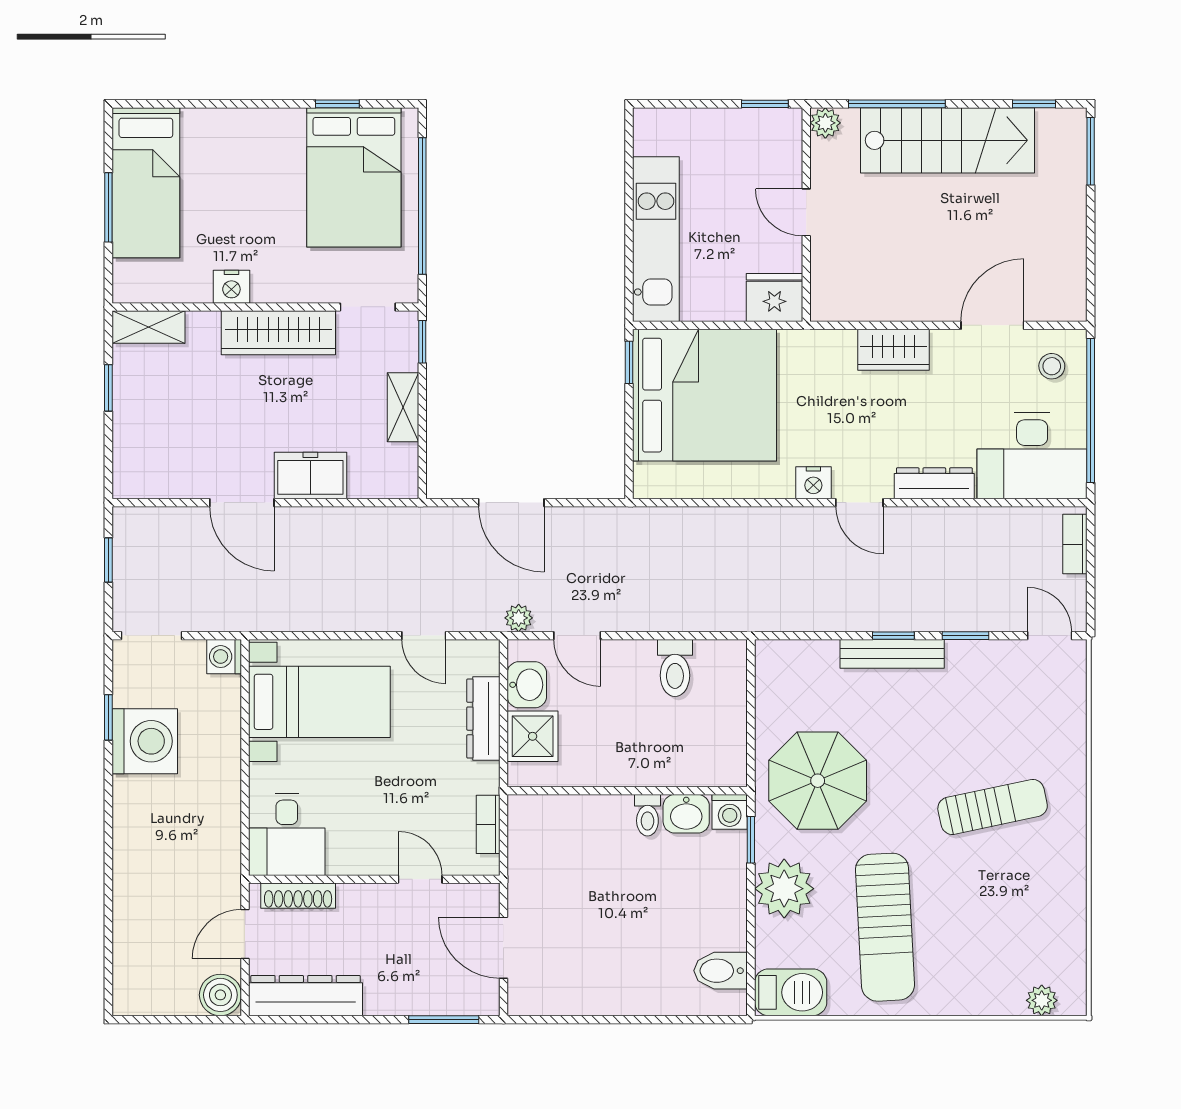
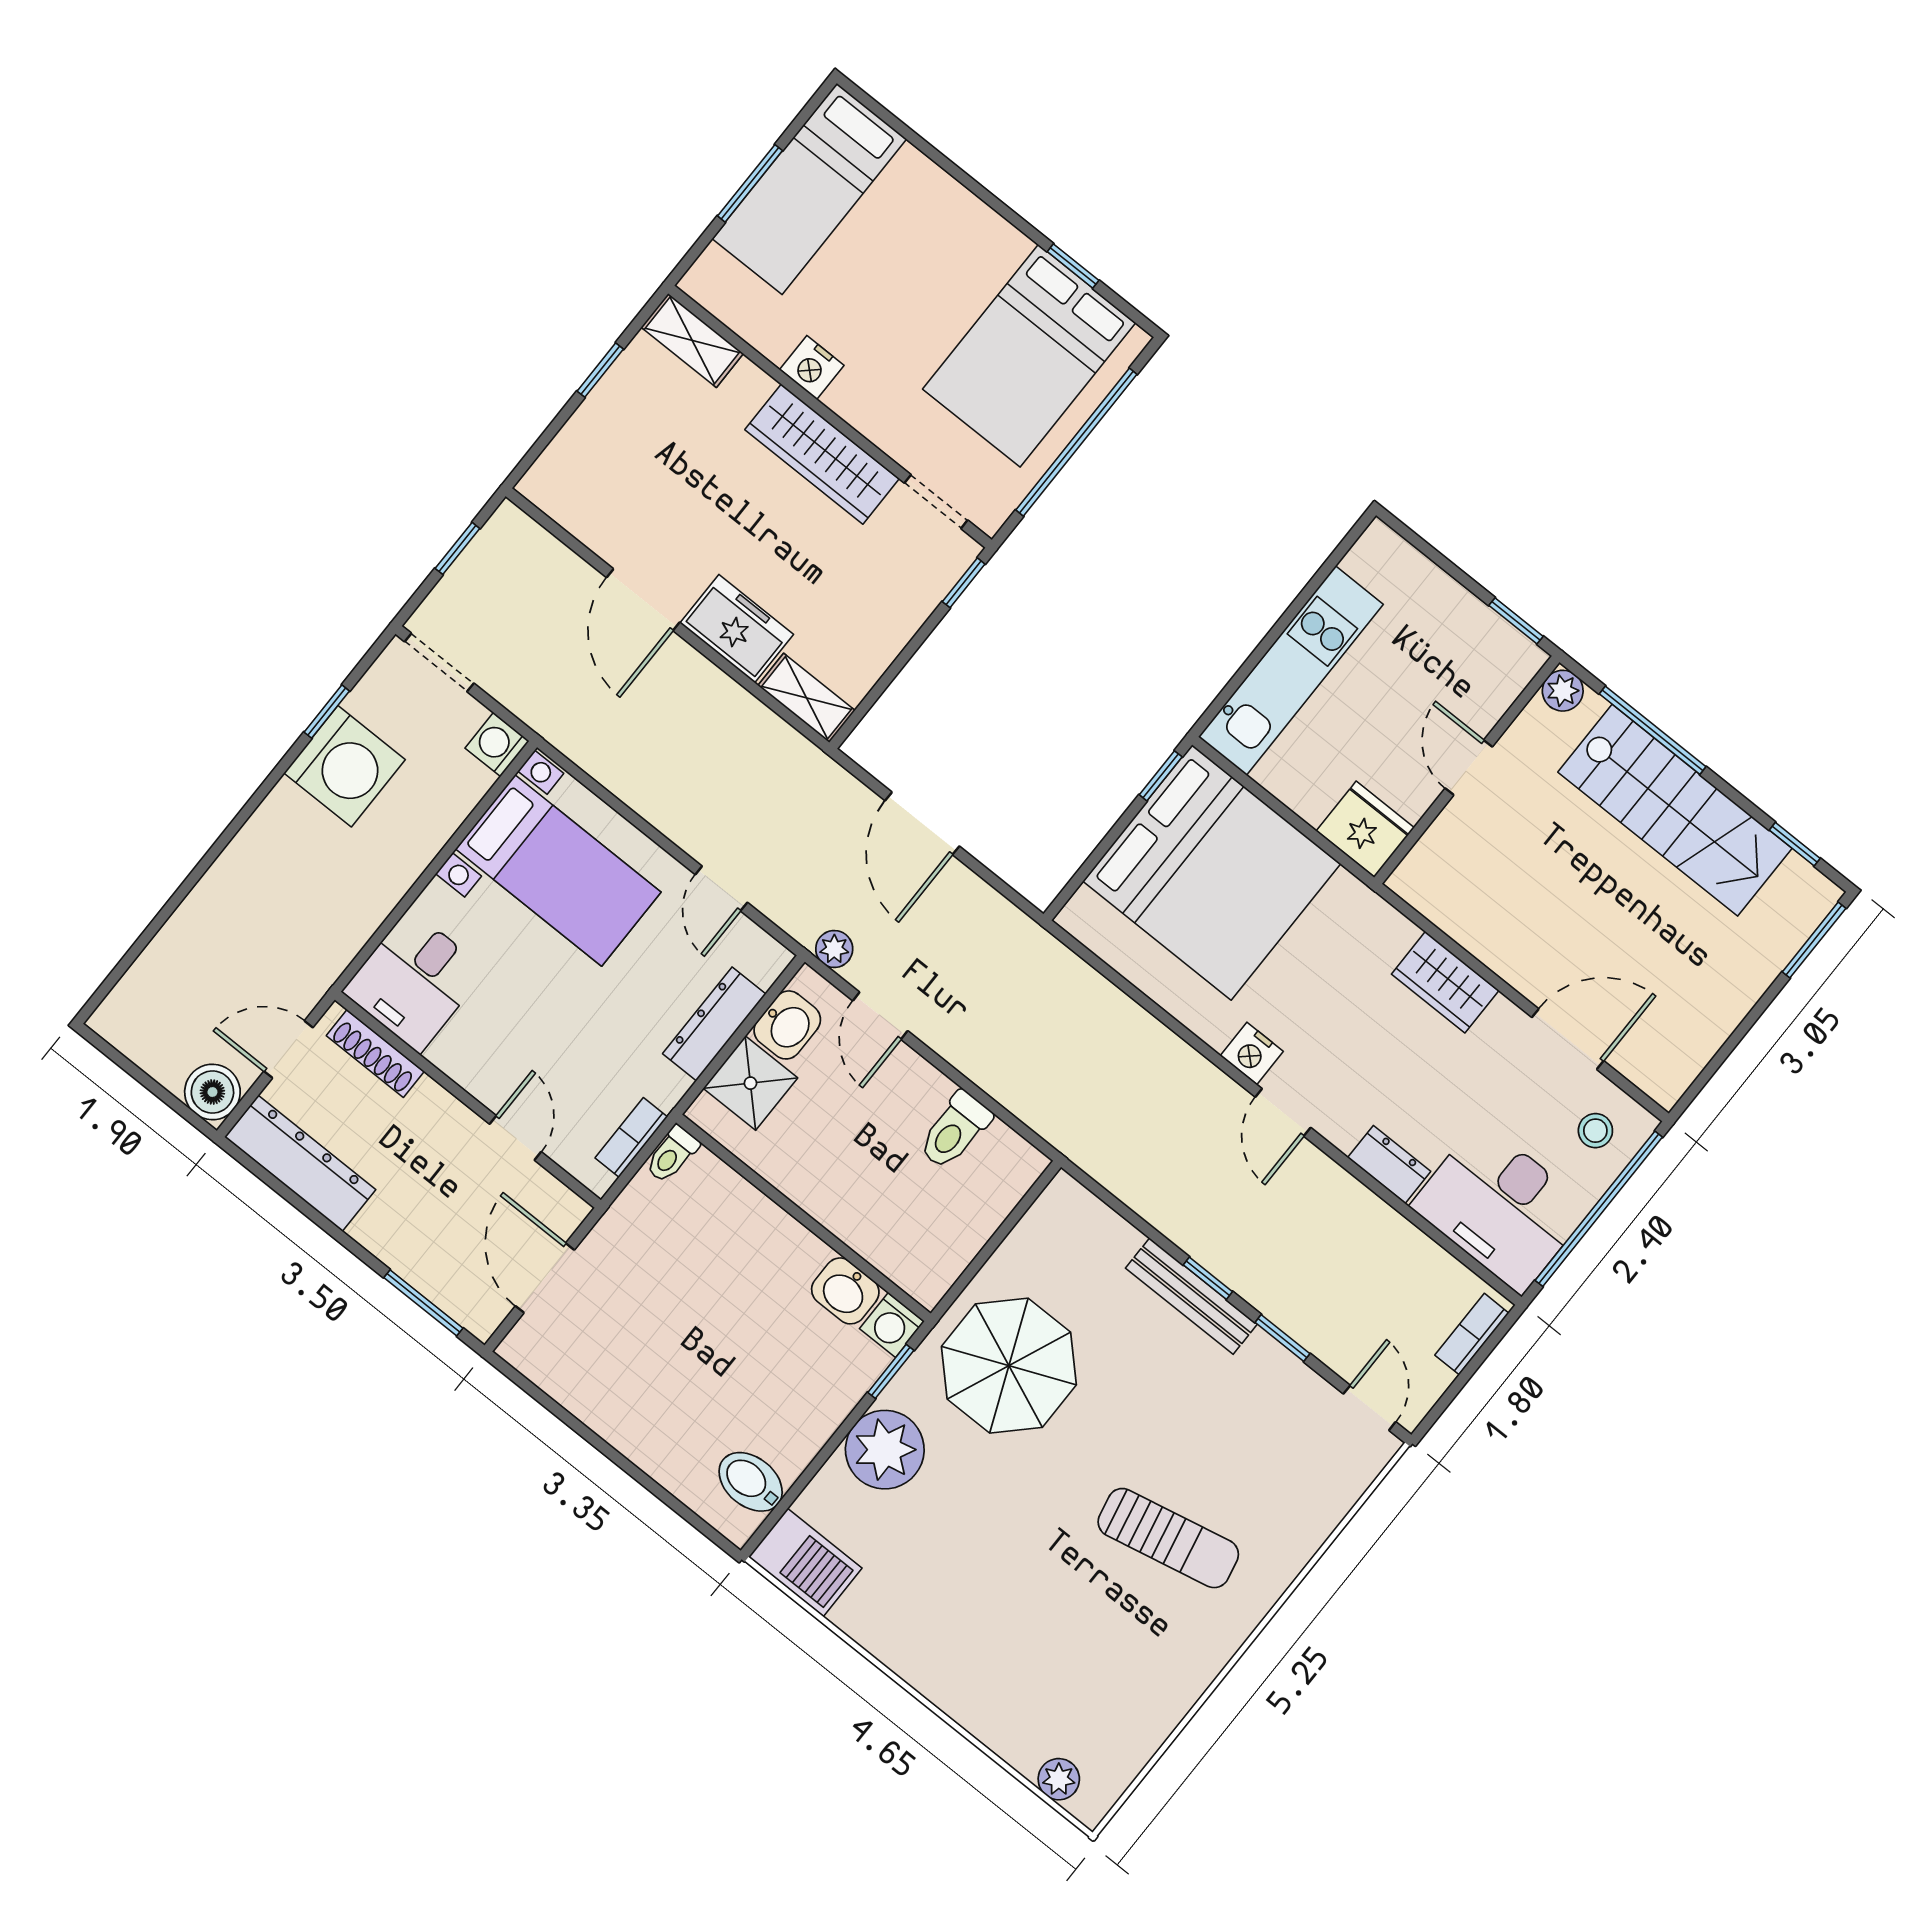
shelving: (403, 407) -> (806, 698), moved, turned 90
dresser: (934, 483) -> (1389, 1165), width x0.70
toilet: (647, 815) -> (672, 1154), moved
sun lounger: (885, 927) -> (957, 1573), removed

